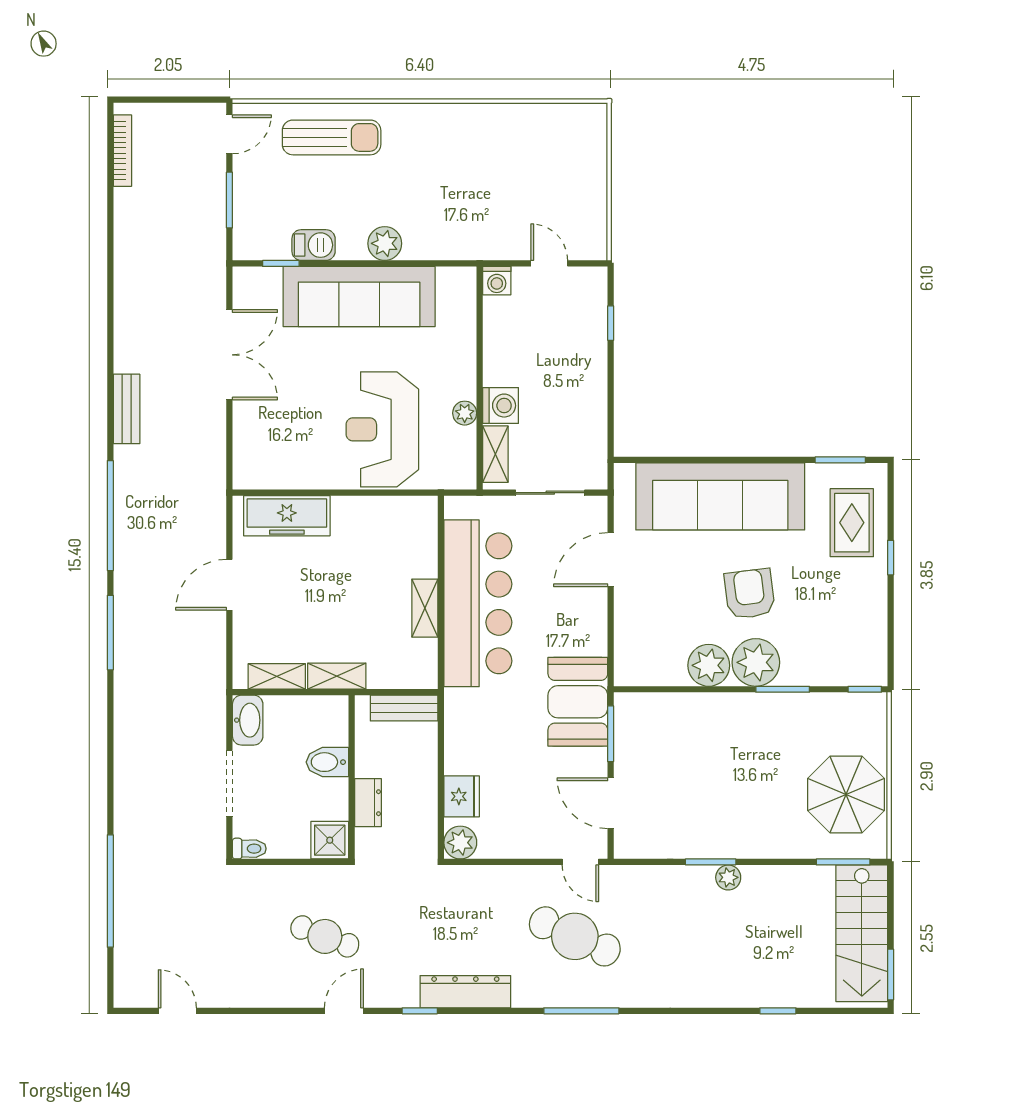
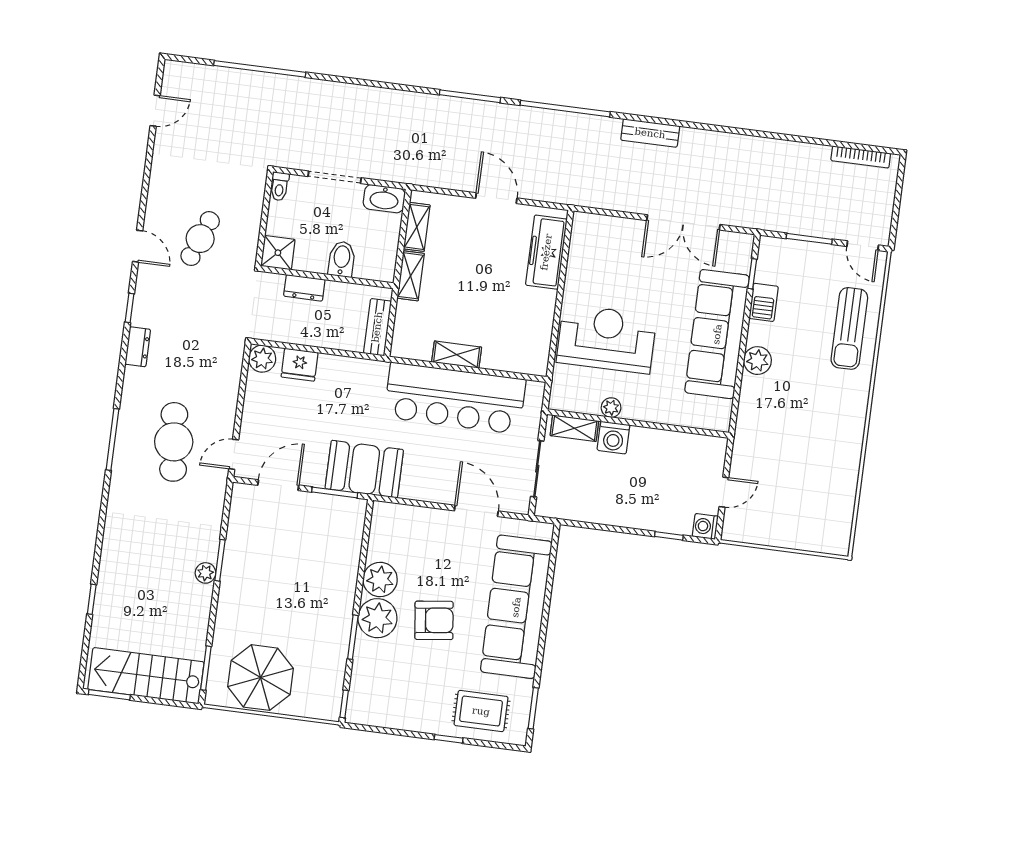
washing machine: (497, 281) -> (705, 526), moved
cafe table: (575, 936) -> (174, 442), turned -30
dresser: (465, 992) -> (138, 347), width x0.51, depth x0.80

